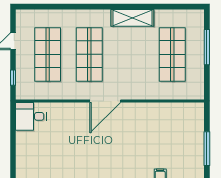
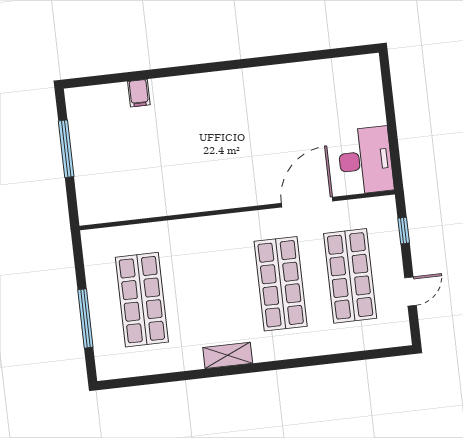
shelving: (132, 18) -> (228, 355), width x0.67, depth x0.75
door: (105, 101) -> (307, 202), moved
desk: (31, 116) -> (365, 160), width x1.37

